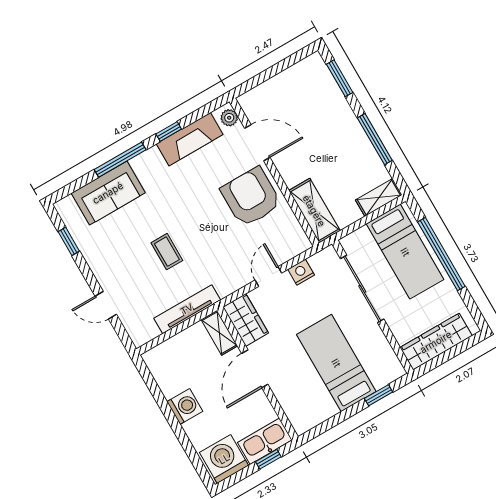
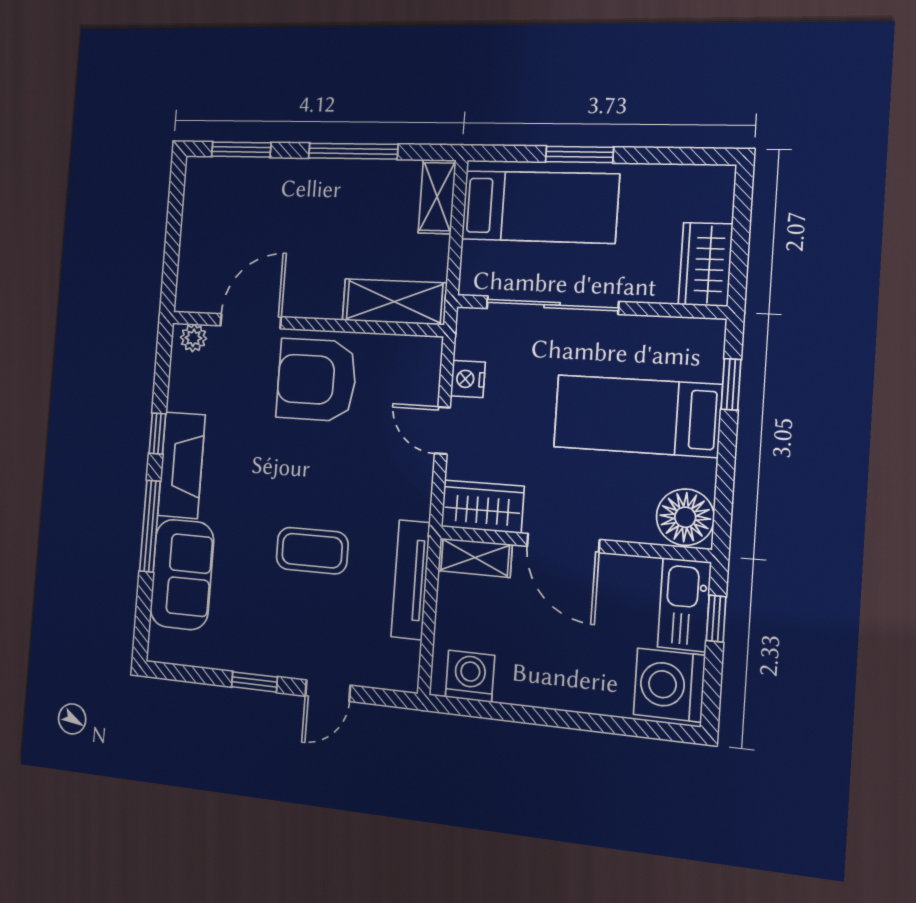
fireplace: (190, 139) -> (181, 465), moved
window: (69, 241) -> (254, 682), moved
coffee table: (167, 252) -> (312, 551), width x1.36, depth x1.30
window: (441, 254) -> (579, 154), width x0.47
wardrobe: (436, 342) -> (706, 264), width x0.67
washing machine: (185, 406) -> (470, 676), moved
floor lamp: (305, 415) -> (685, 517), added

